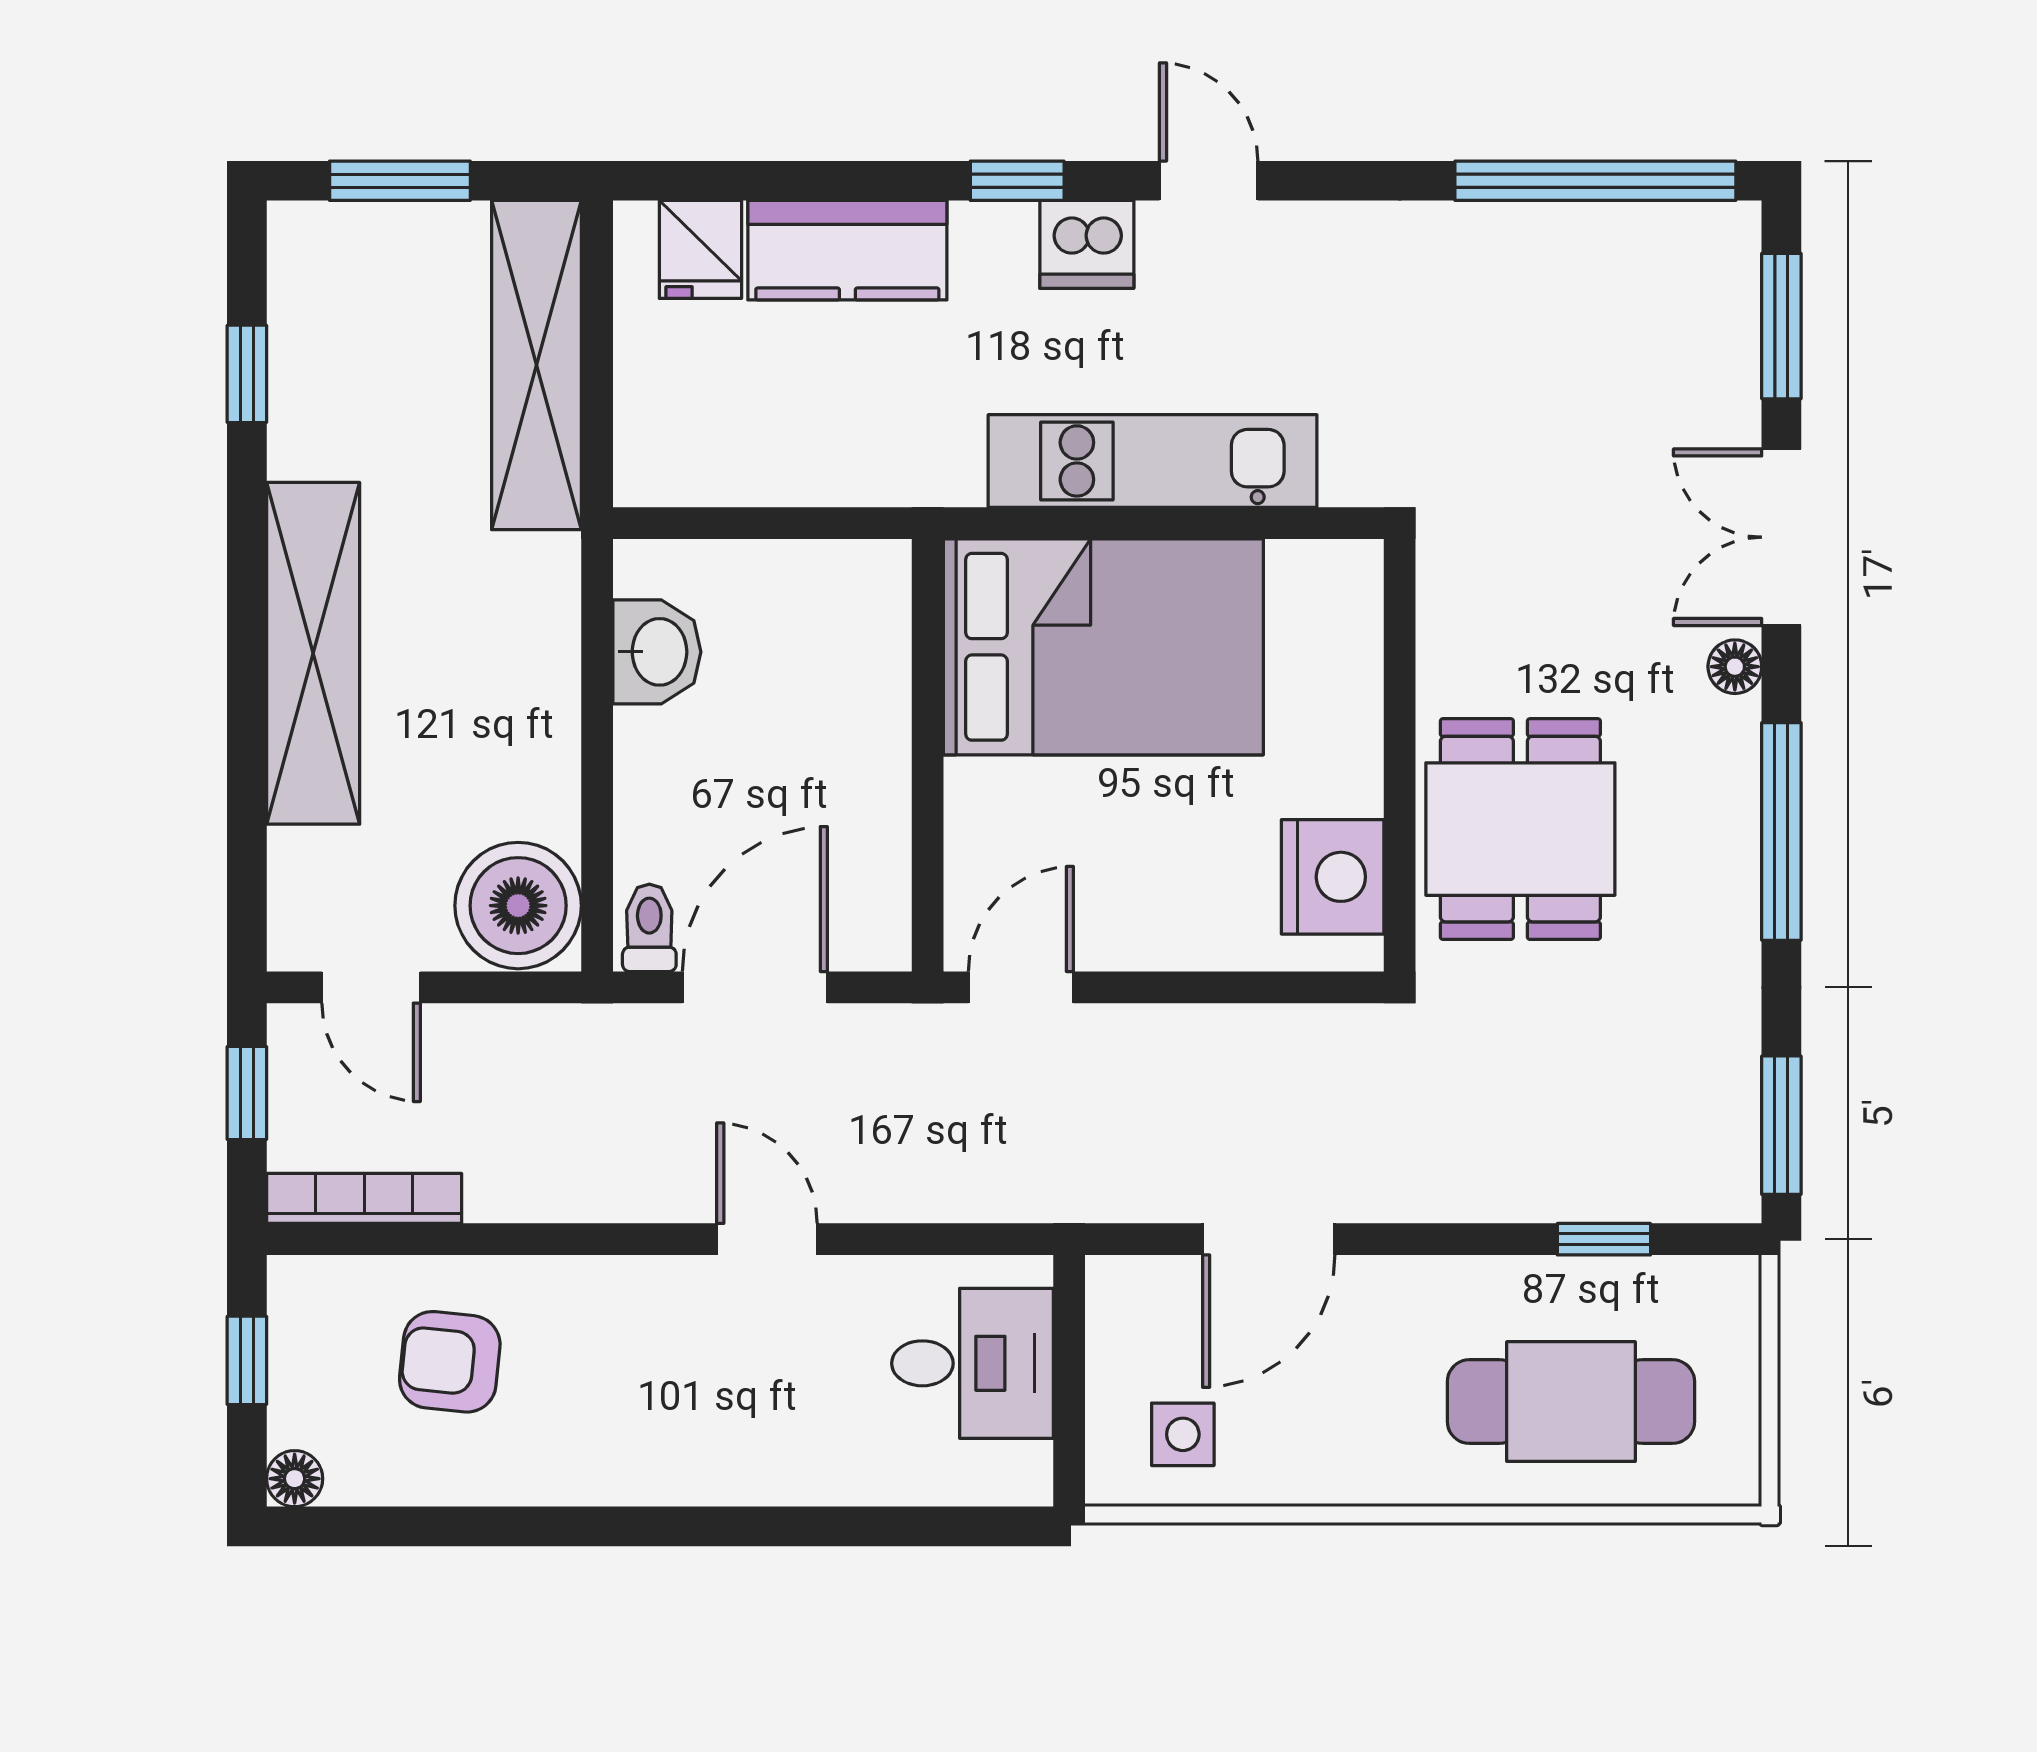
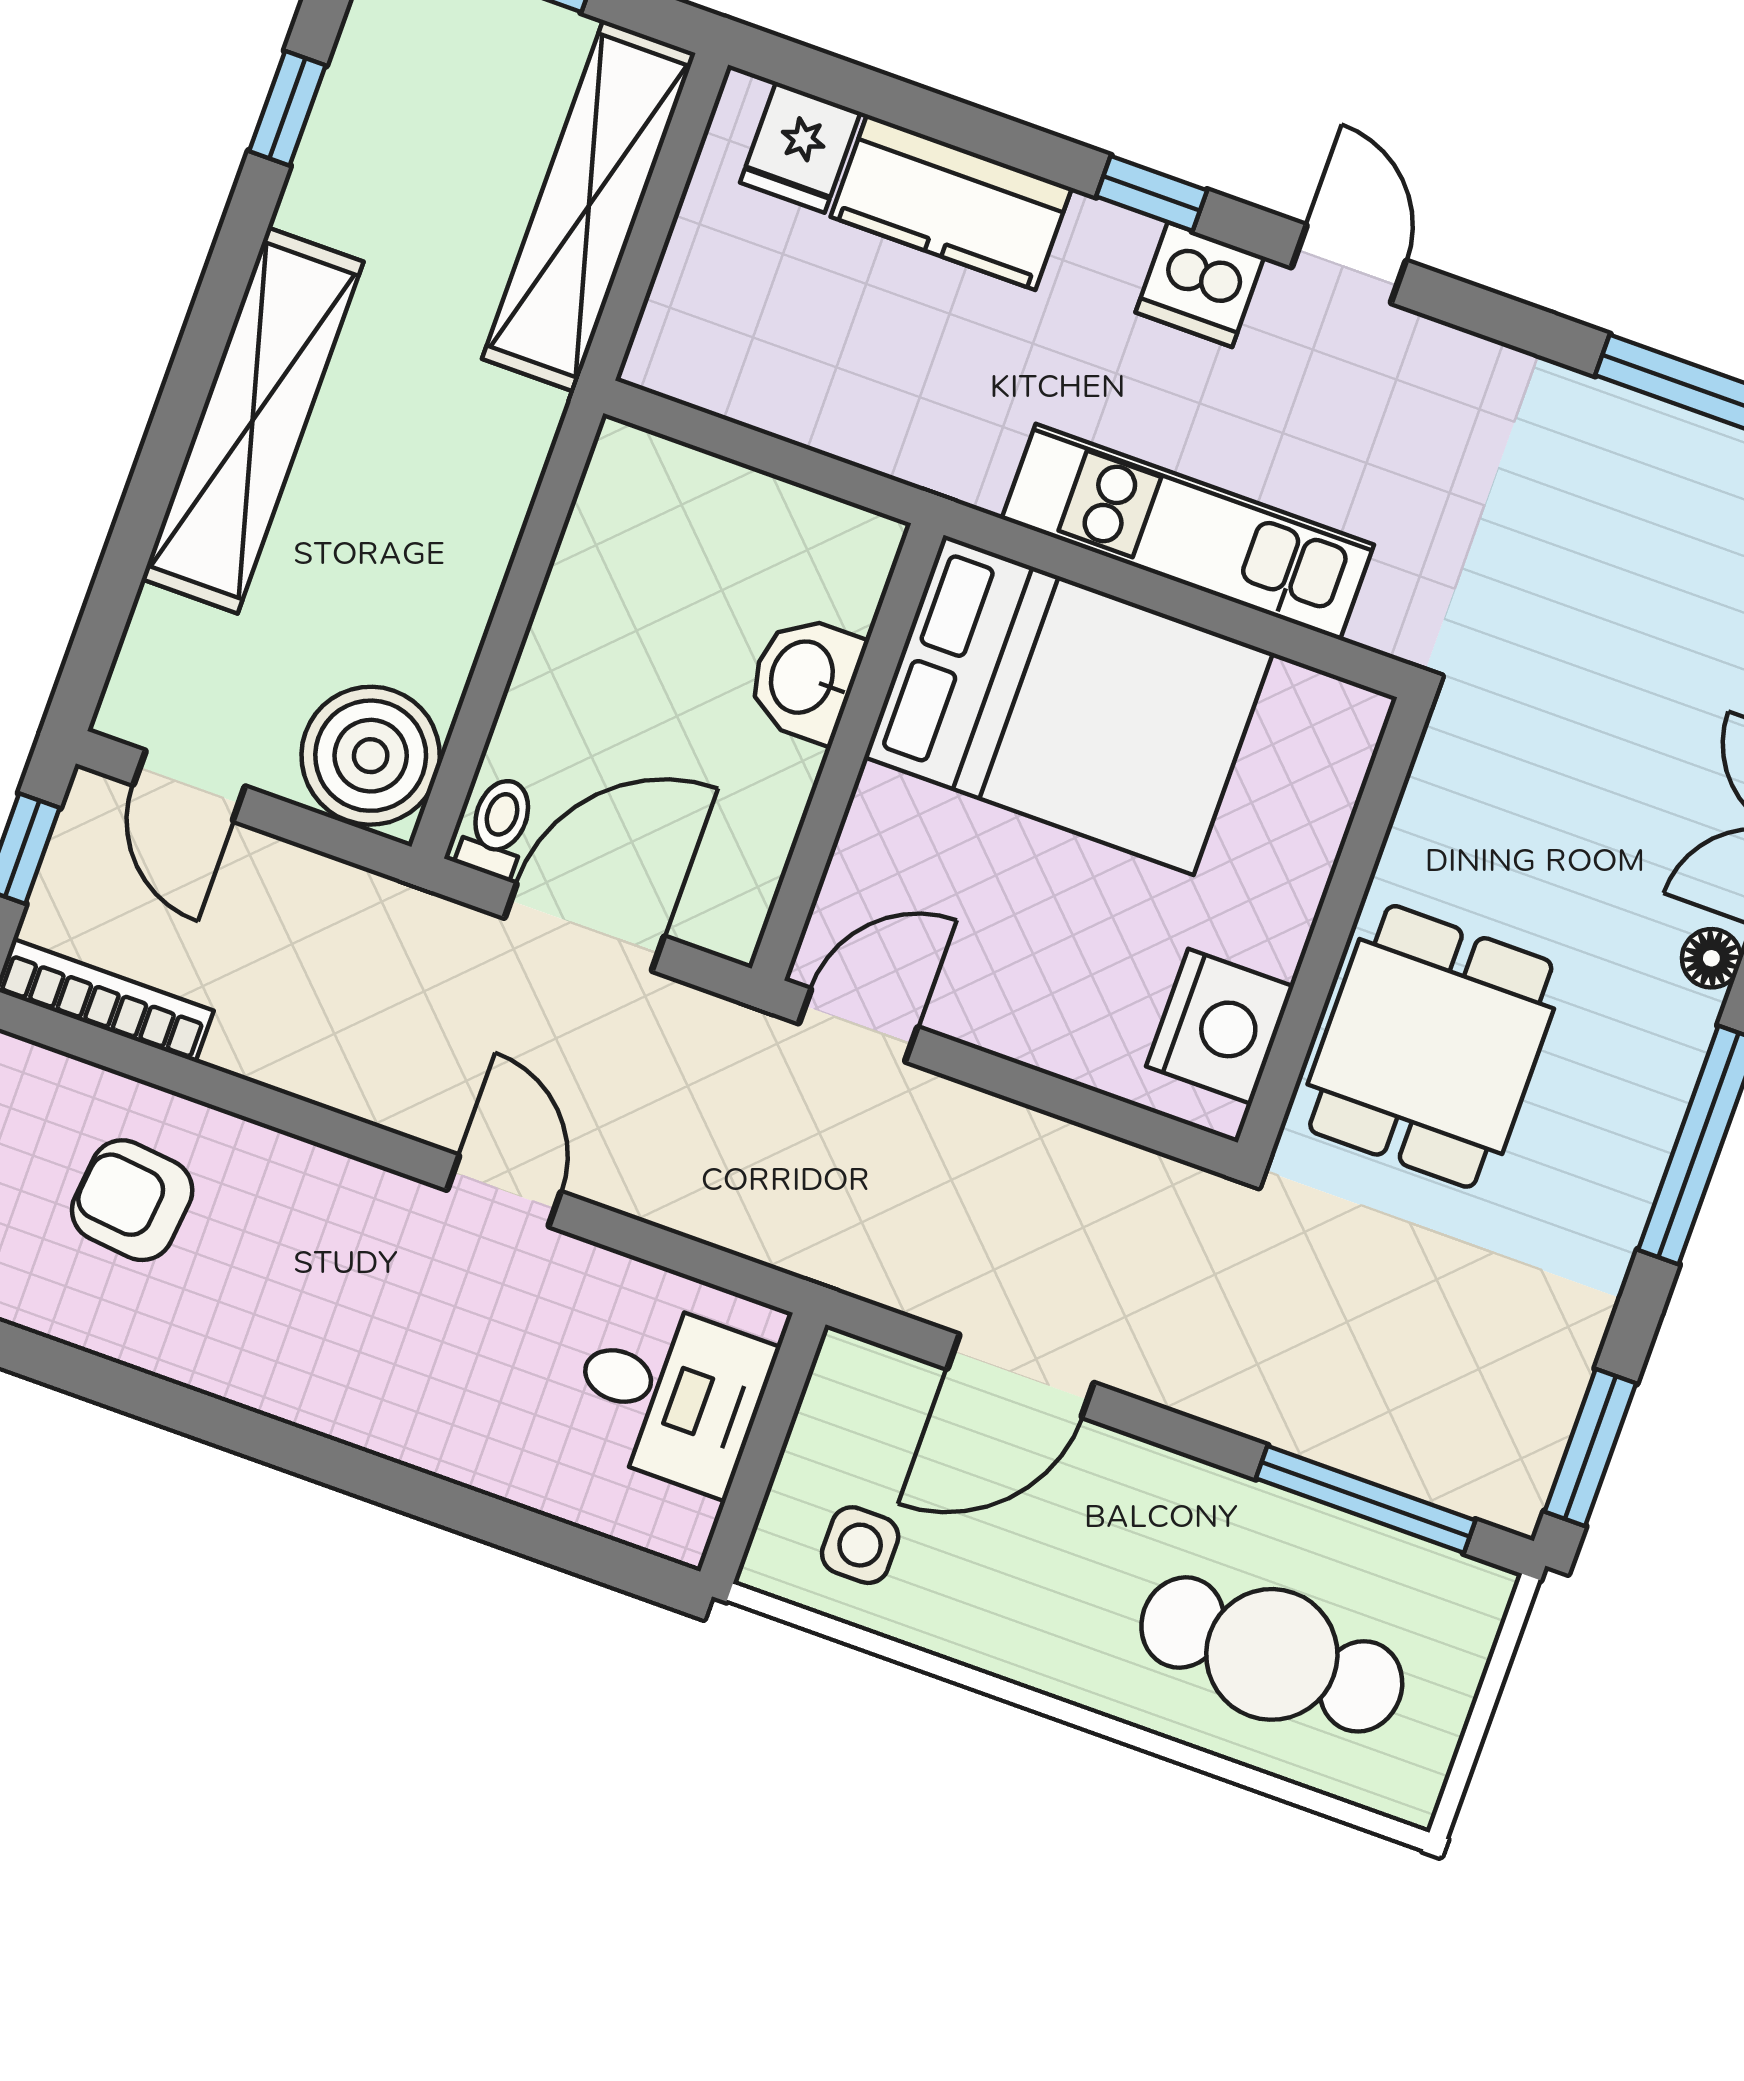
washbasin: (657, 652) -> (805, 678), moved, turned 180
window: (1604, 1239) -> (1366, 1499), width x2.17

